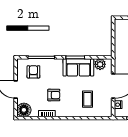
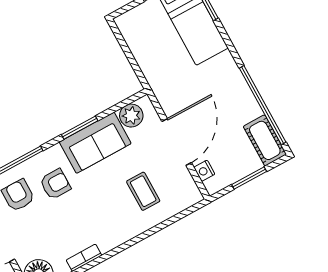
armchair: (54, 95) -> (55, 184), moved

